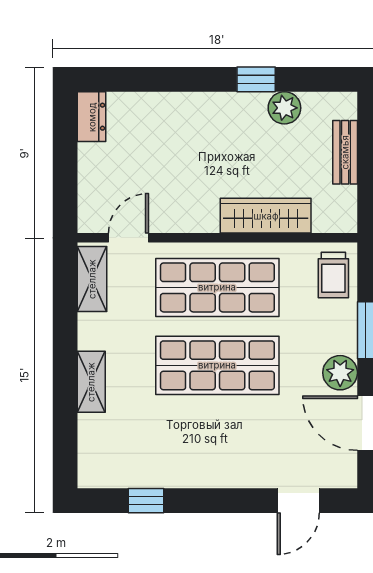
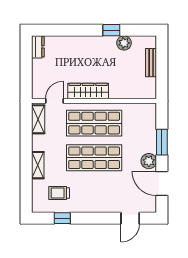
wardrobe: (266, 216) -> (88, 91), moved
trolley: (333, 275) -> (59, 193), moved, turned 90

